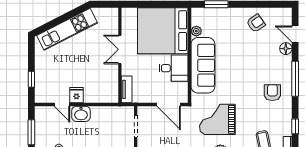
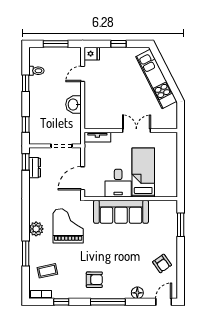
bed: (163, 31) -> (143, 172), width x0.49
plant: (196, 31) -> (154, 205), removed
door: (295, 34) -> (164, 302), moved
window: (31, 79) -> (118, 44), moved
fridge: (76, 95) -> (92, 54), moved
washbasin: (81, 114) -> (74, 104), moved

